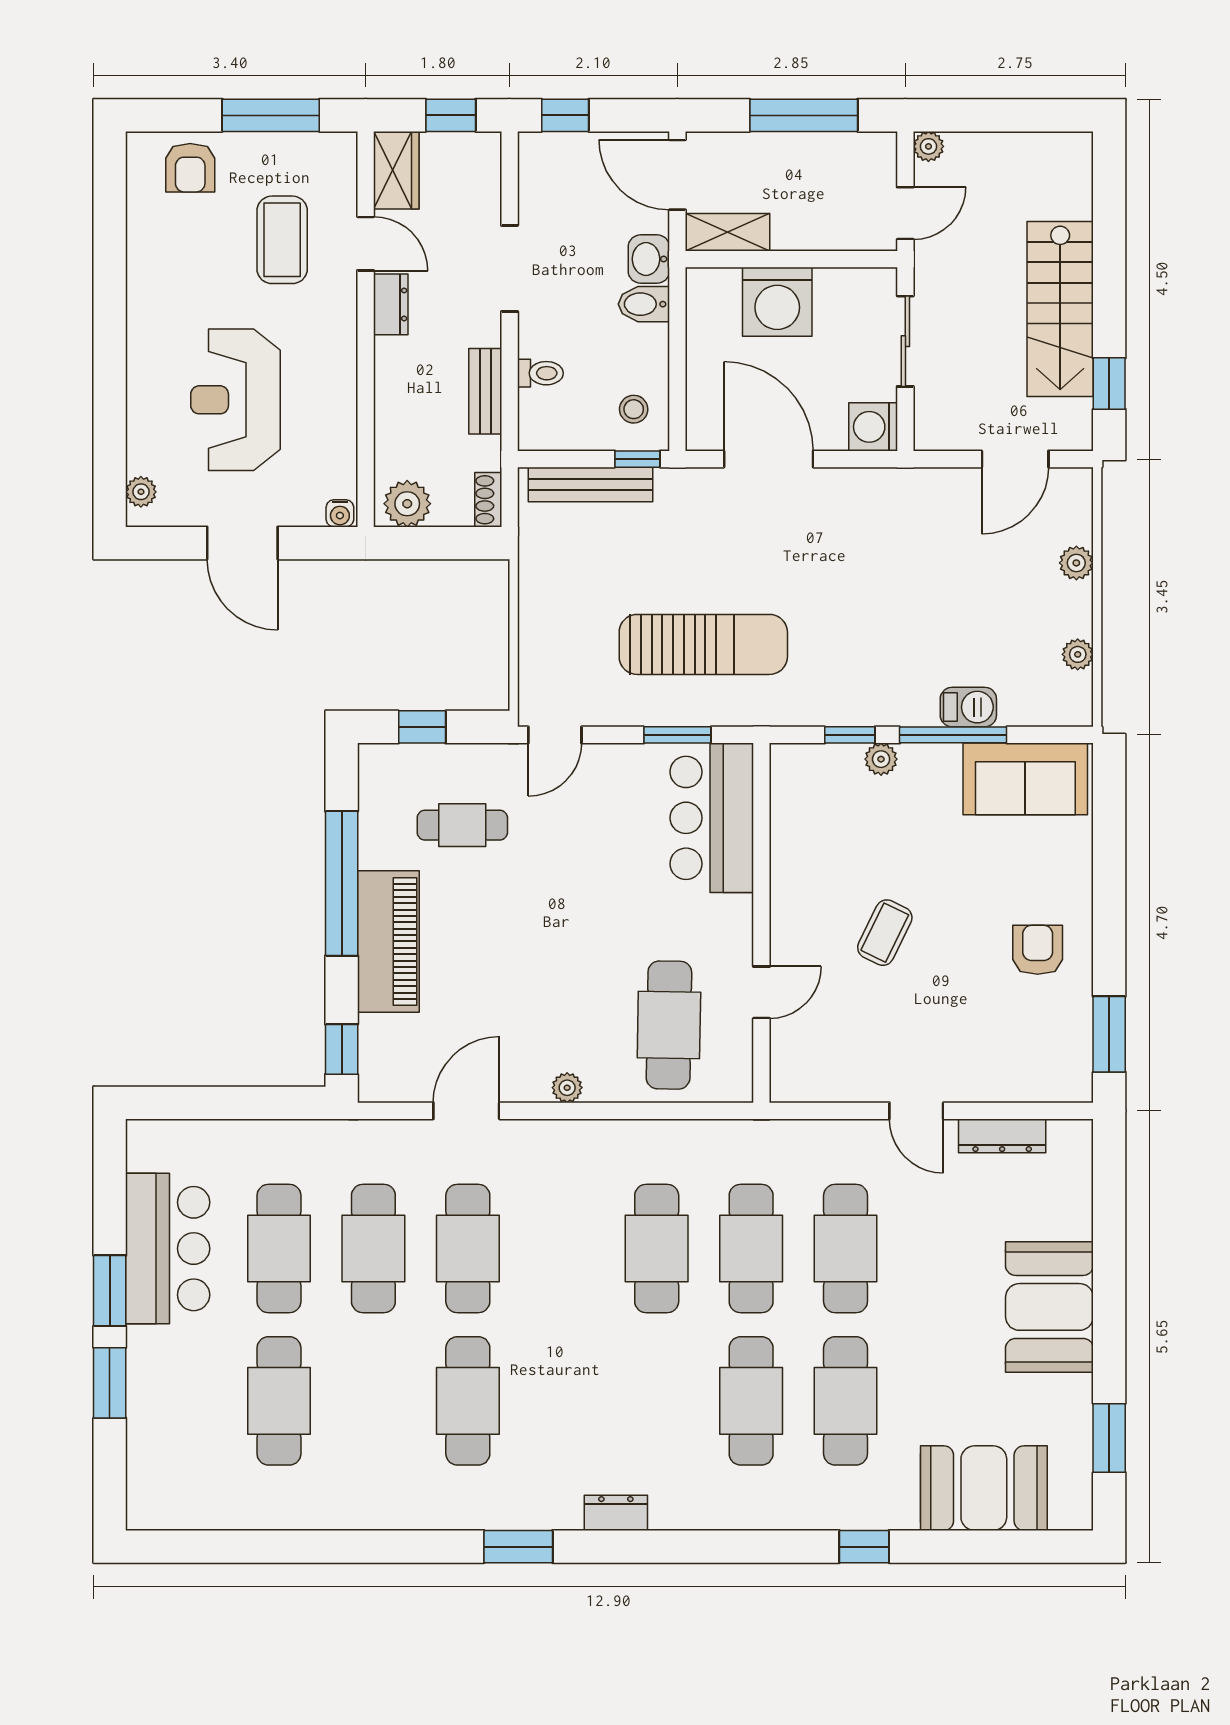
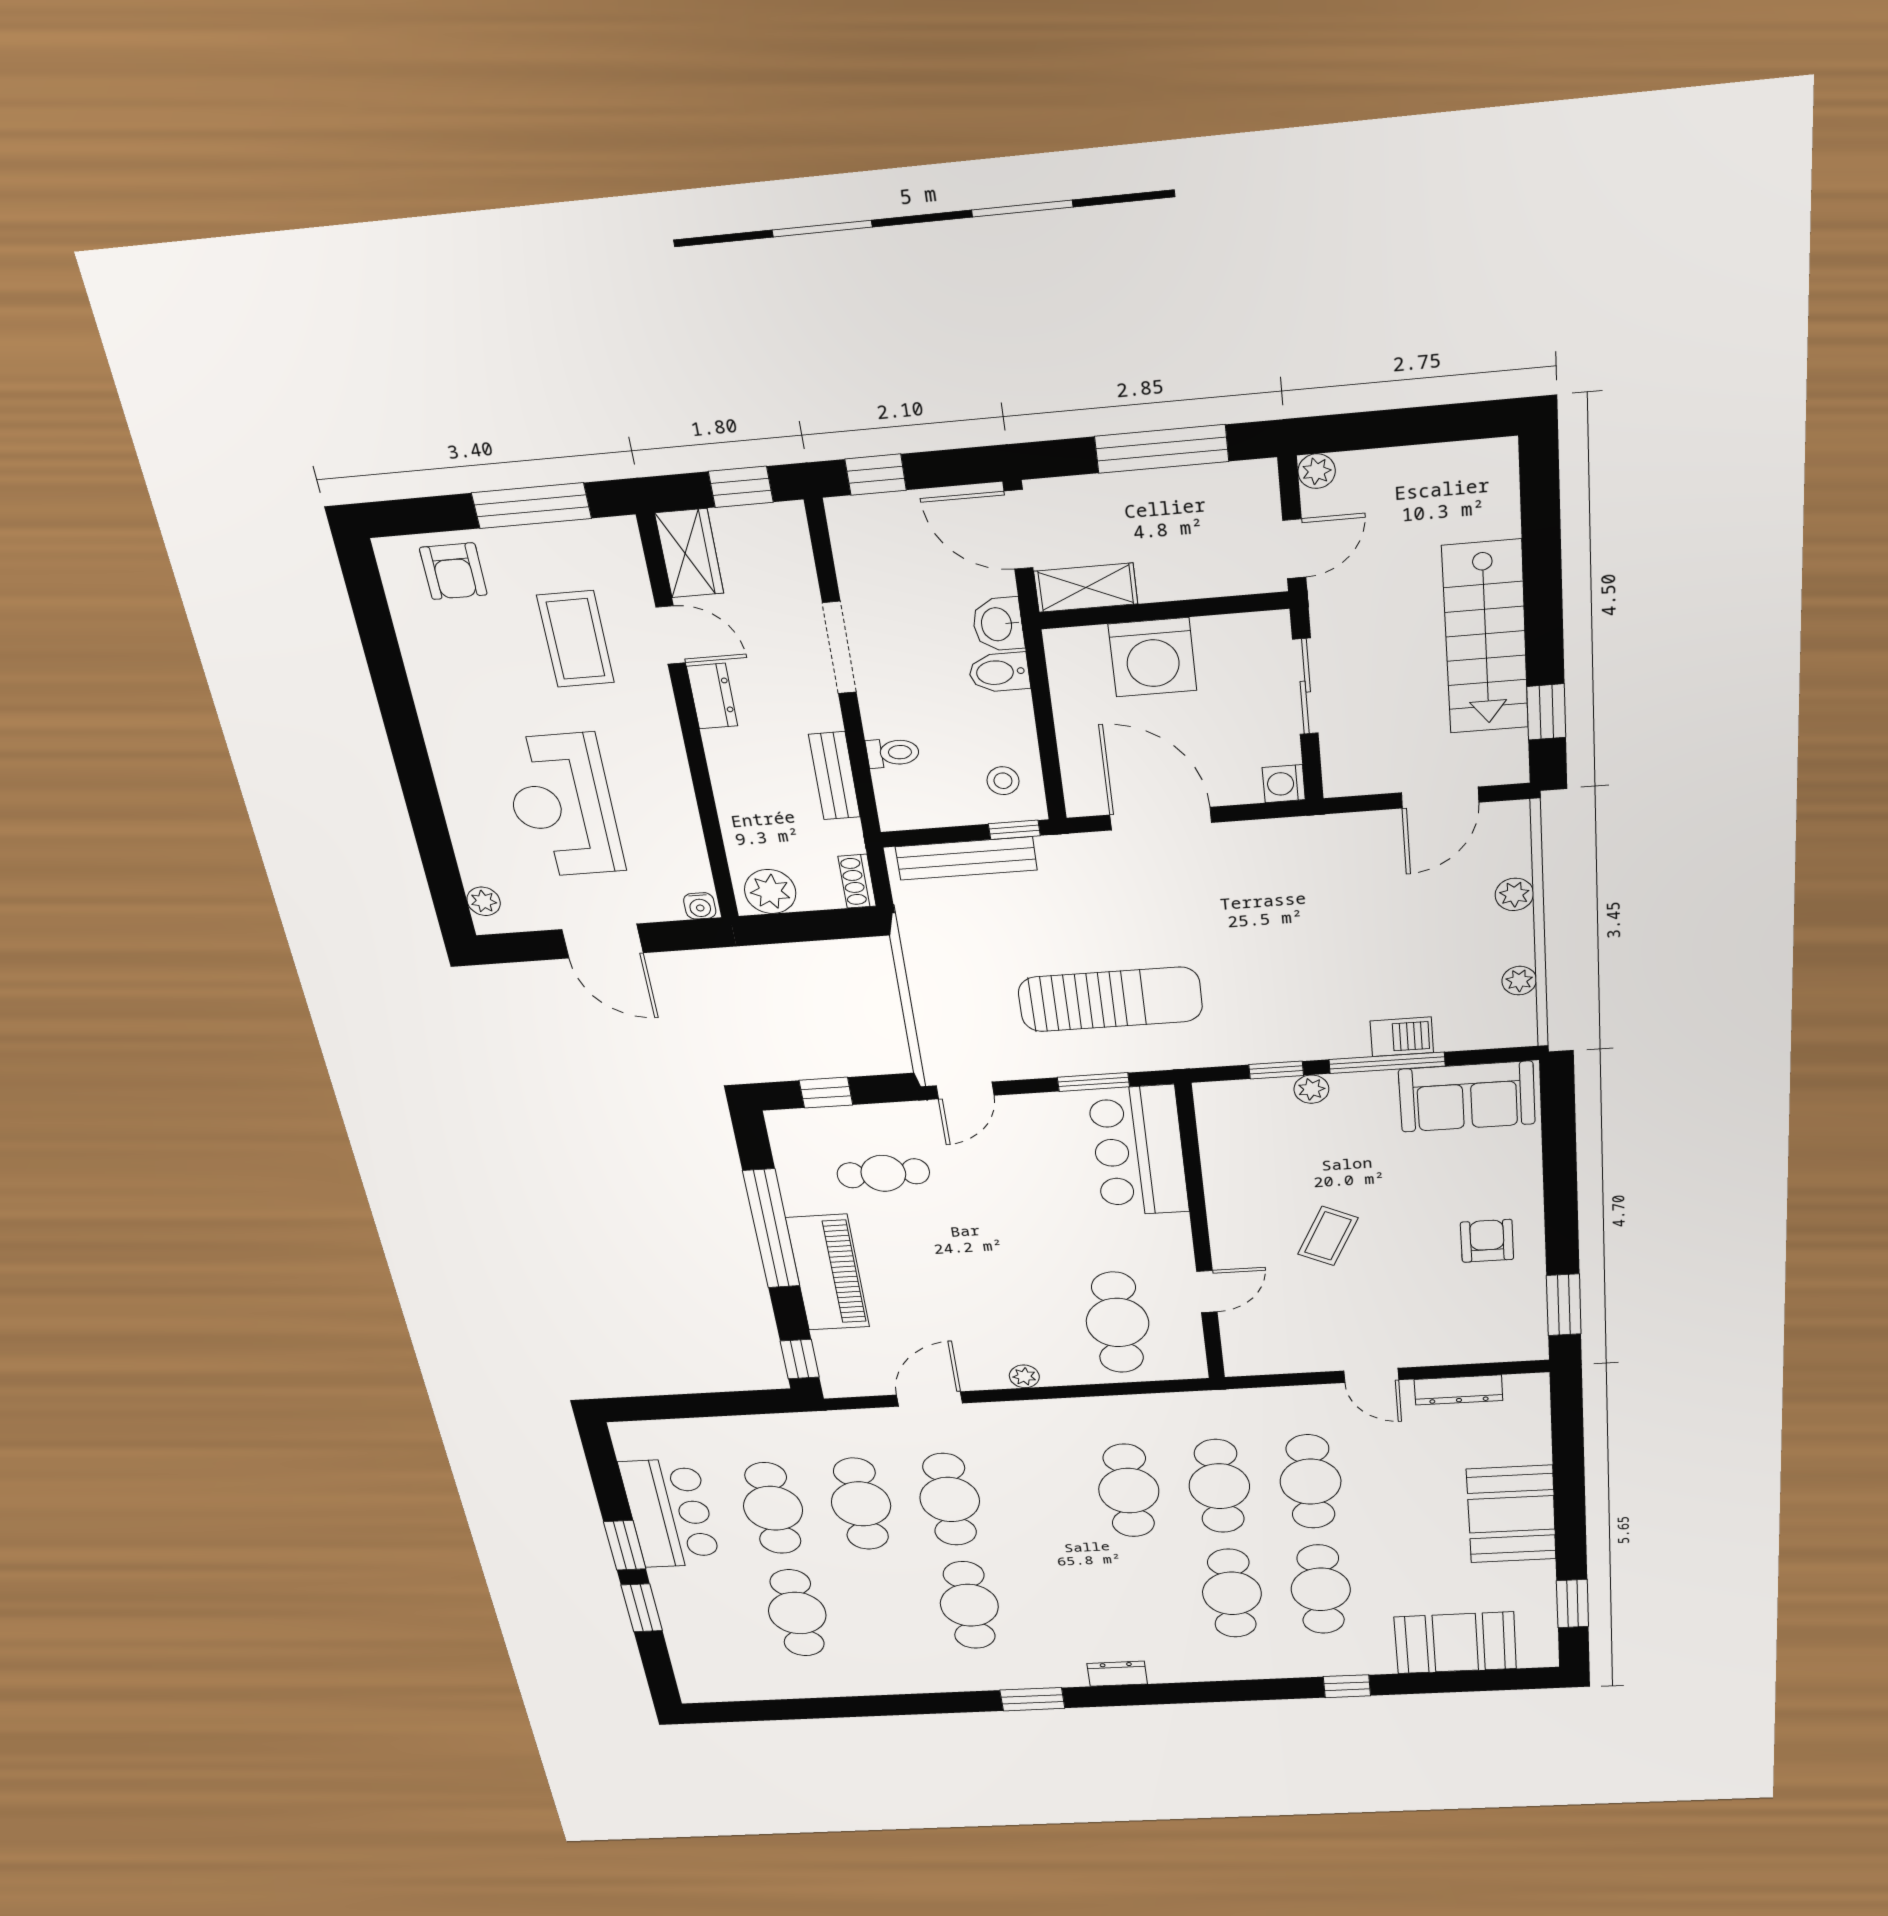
washing machine: (873, 427) -> (1284, 784), width x0.73, depth x0.73

